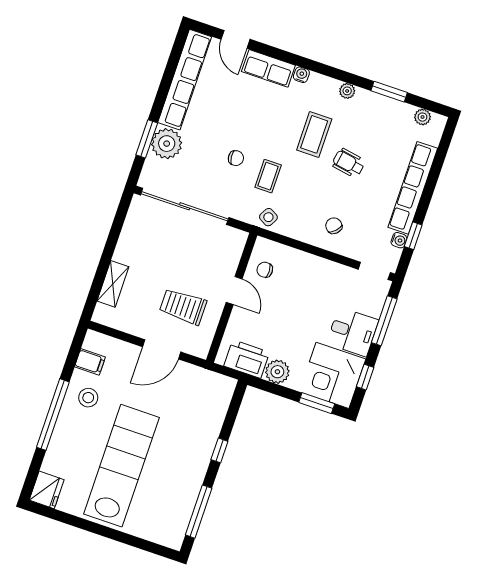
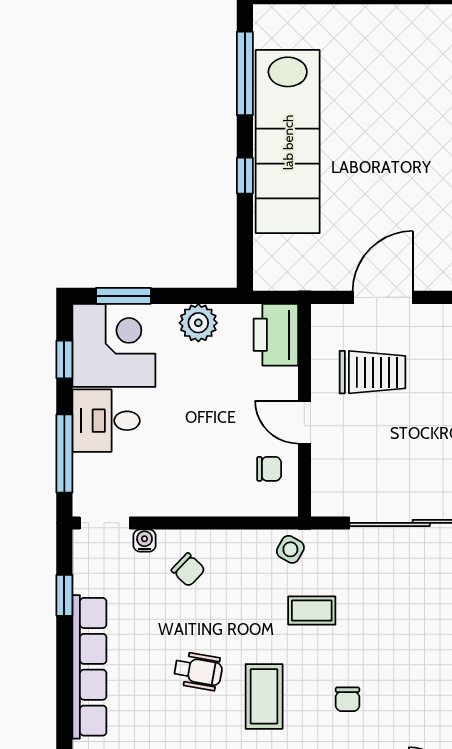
chair: (236, 158) -> (347, 699), moved, turned -83
coffee table: (268, 176) -> (312, 611), turned 90
water cooler: (399, 240) -> (145, 541), moved, turned 90
printer: (247, 359) -> (276, 335), moved, turned 90
lab bench: (121, 466) -> (288, 142), moved

